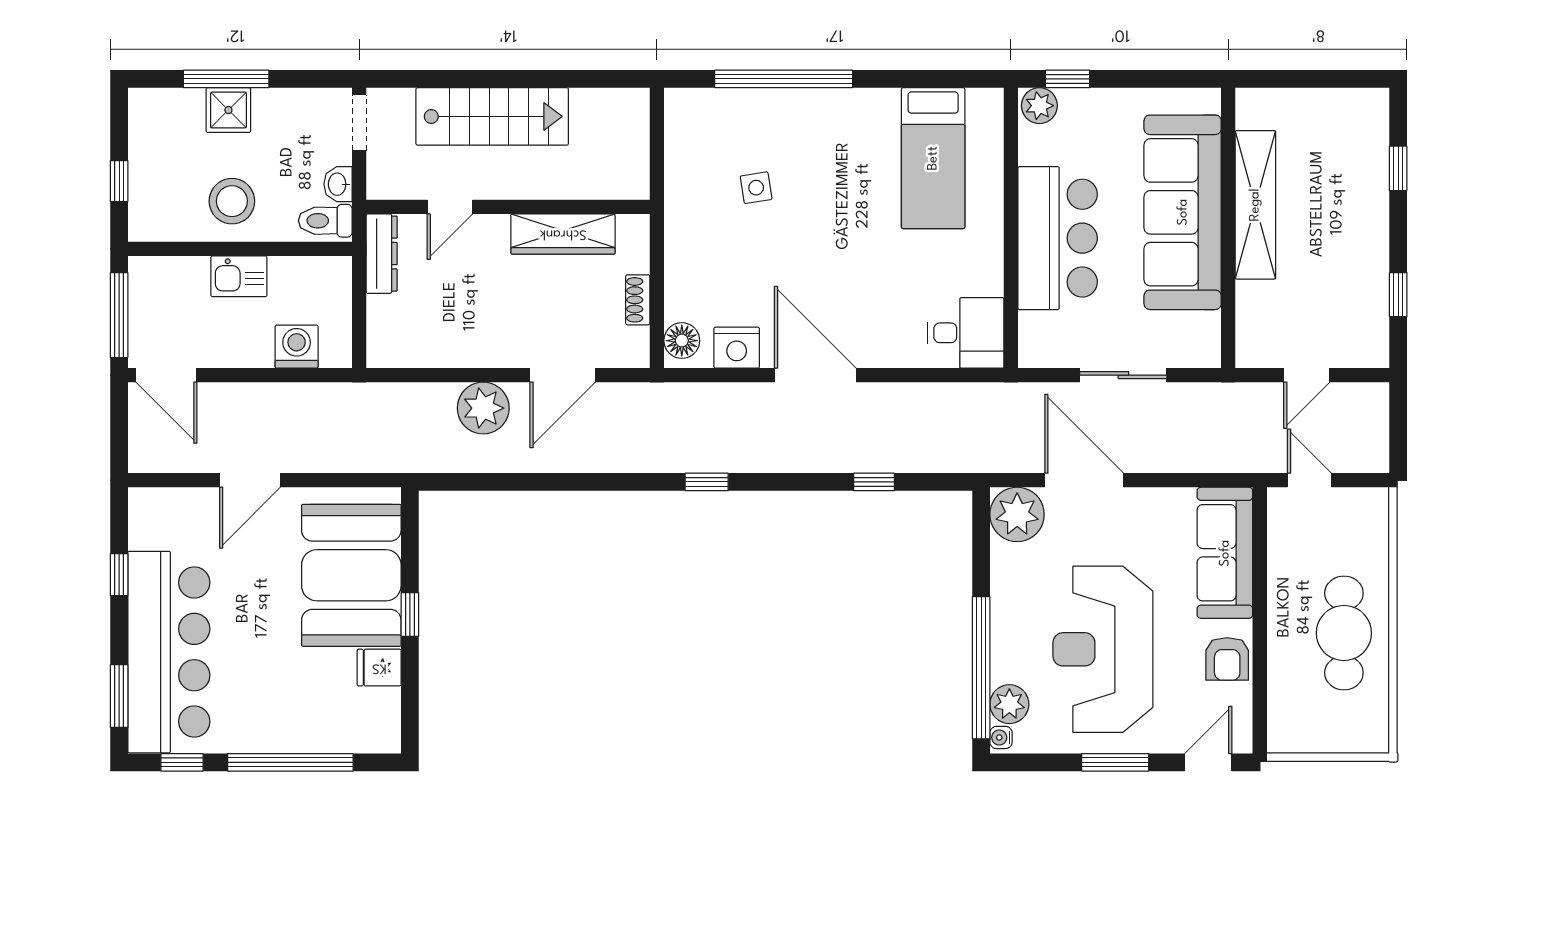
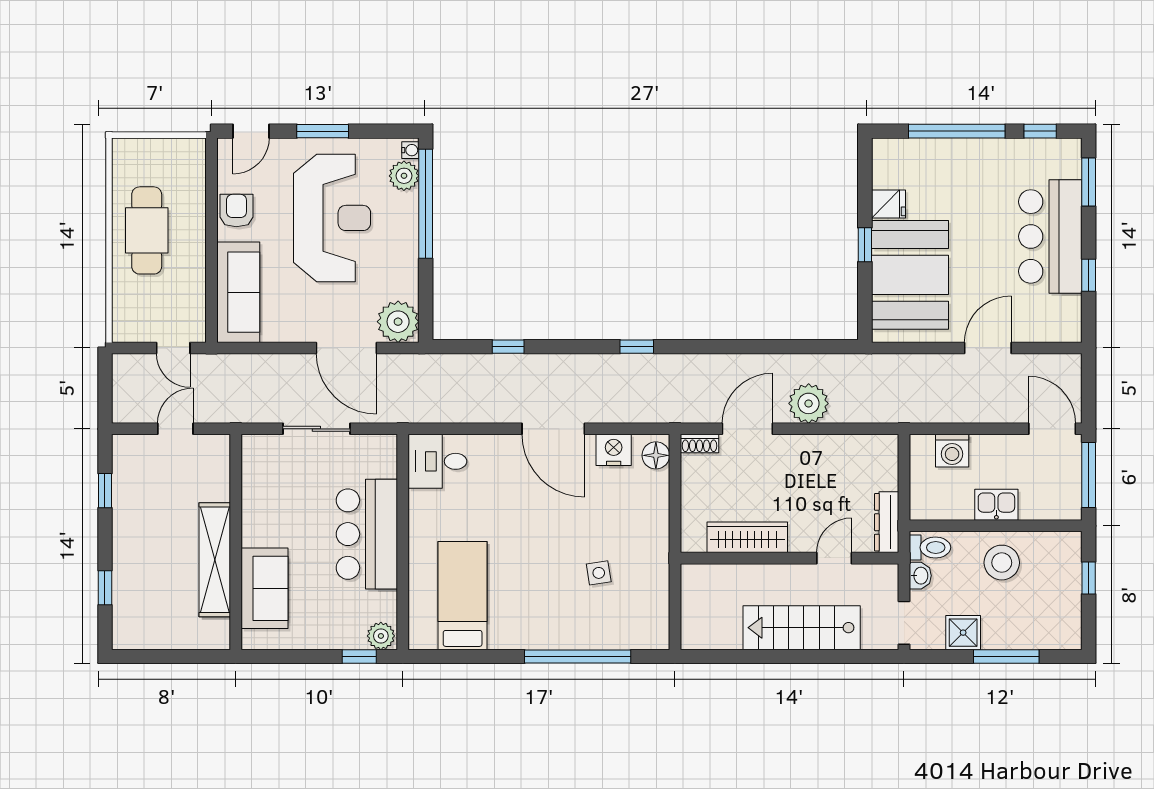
shower: (228, 110) -> (963, 633), moved
sofa: (1183, 212) -> (264, 588), width x0.54, depth x0.79
shoe rack: (638, 300) -> (700, 443), moved, turned 90
bar counter: (169, 652) -> (1050, 236), width x0.73

